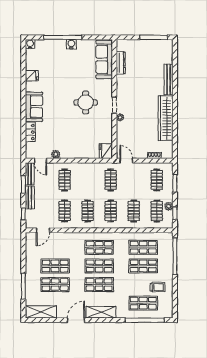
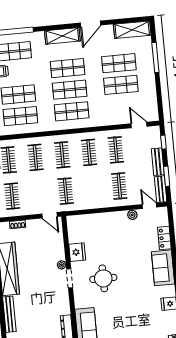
fridge: (106, 151) -> (77, 252), moved
door: (43, 230) -> (139, 125), hinge flipped

